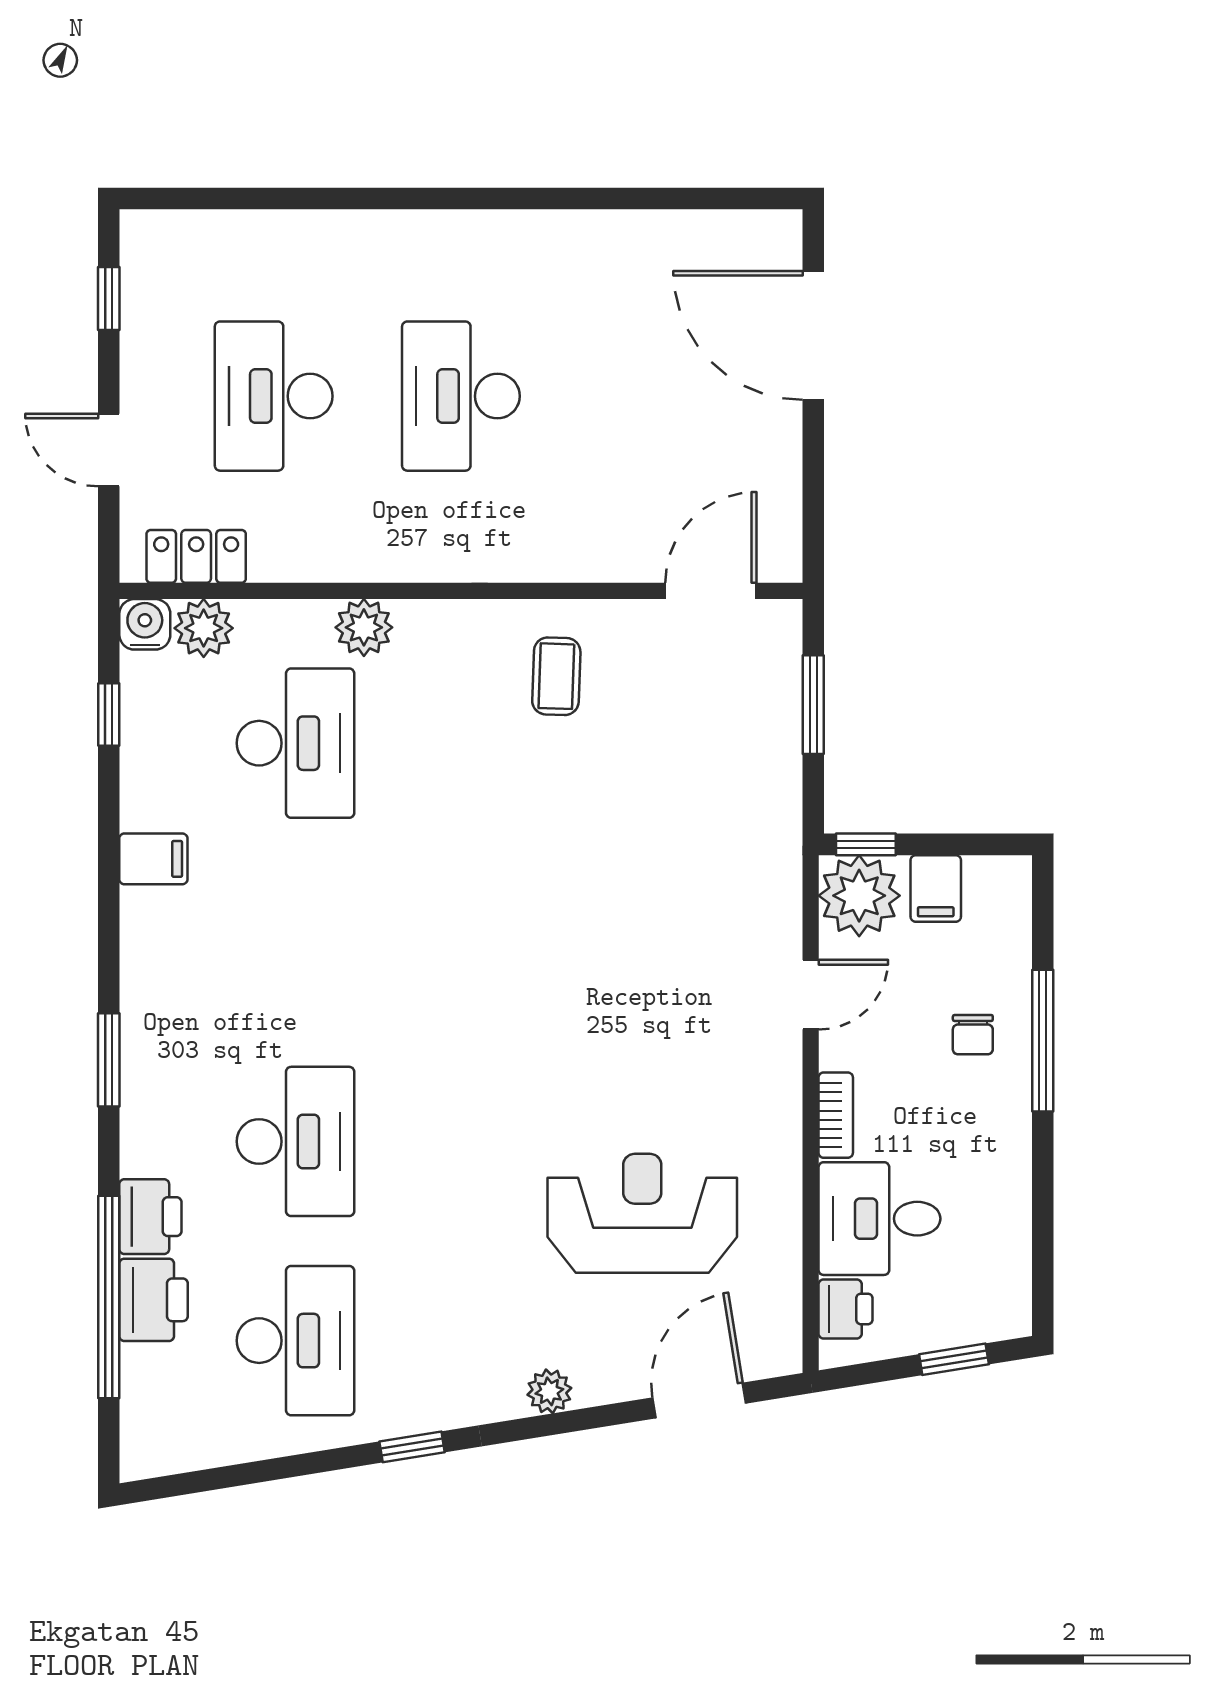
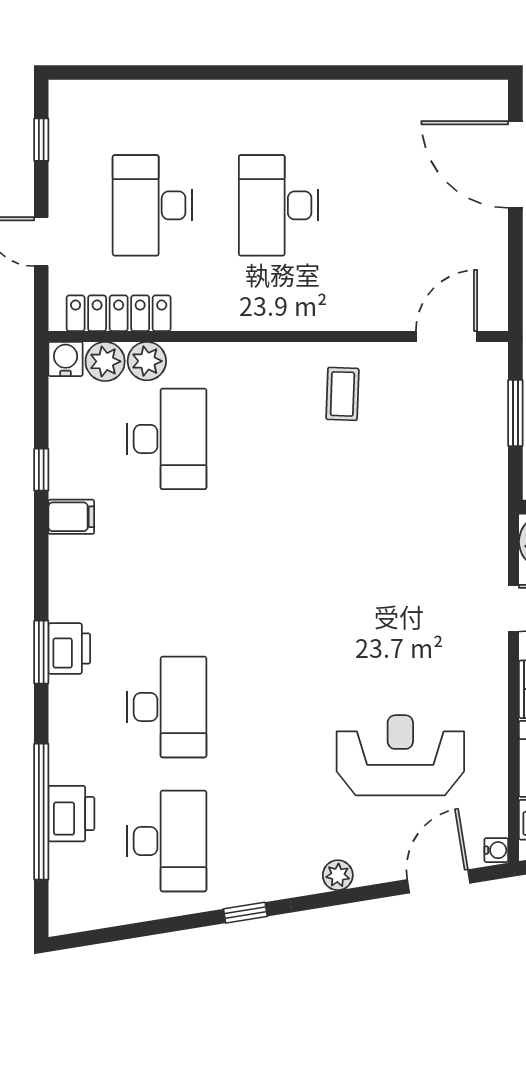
locker: (196, 556) -> (119, 313), width x1.53
plant: (364, 627) -> (147, 361), moved
window: (109, 715) -> (41, 470), moved
printer: (150, 1217) -> (69, 649), moved
water cooler: (785, 1354) -> (496, 850), added

